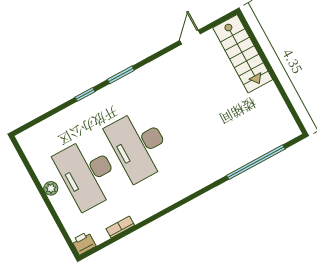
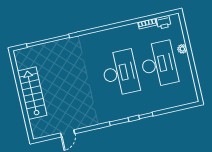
stairs: (243, 54) -> (32, 93), moved
plant: (51, 188) -> (182, 49), moved
printer: (84, 243) -> (164, 22), moved

